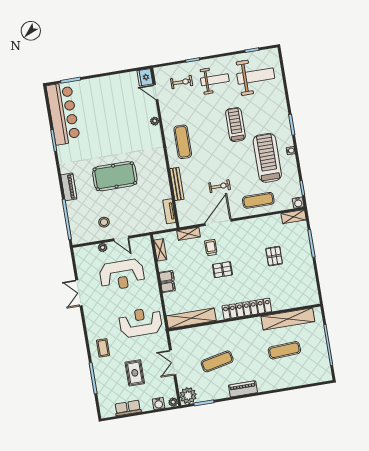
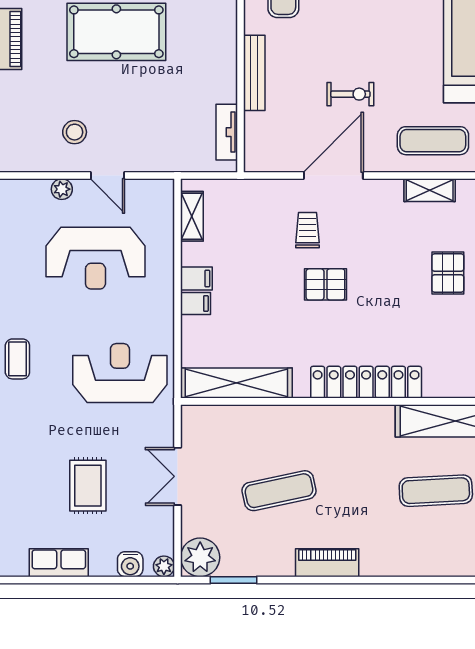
shelving: (189, 234) -> (430, 190), moved
coffee table: (103, 348) -> (17, 359), moved

